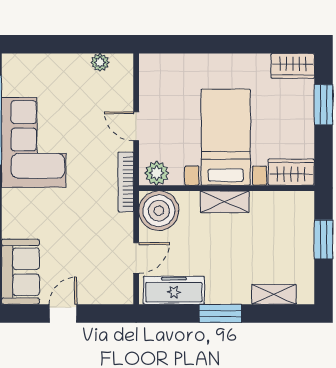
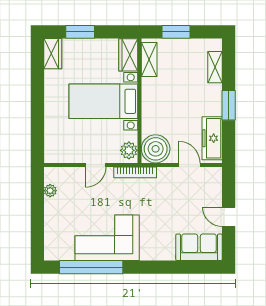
shelving: (225, 202) -> (149, 60), moved

